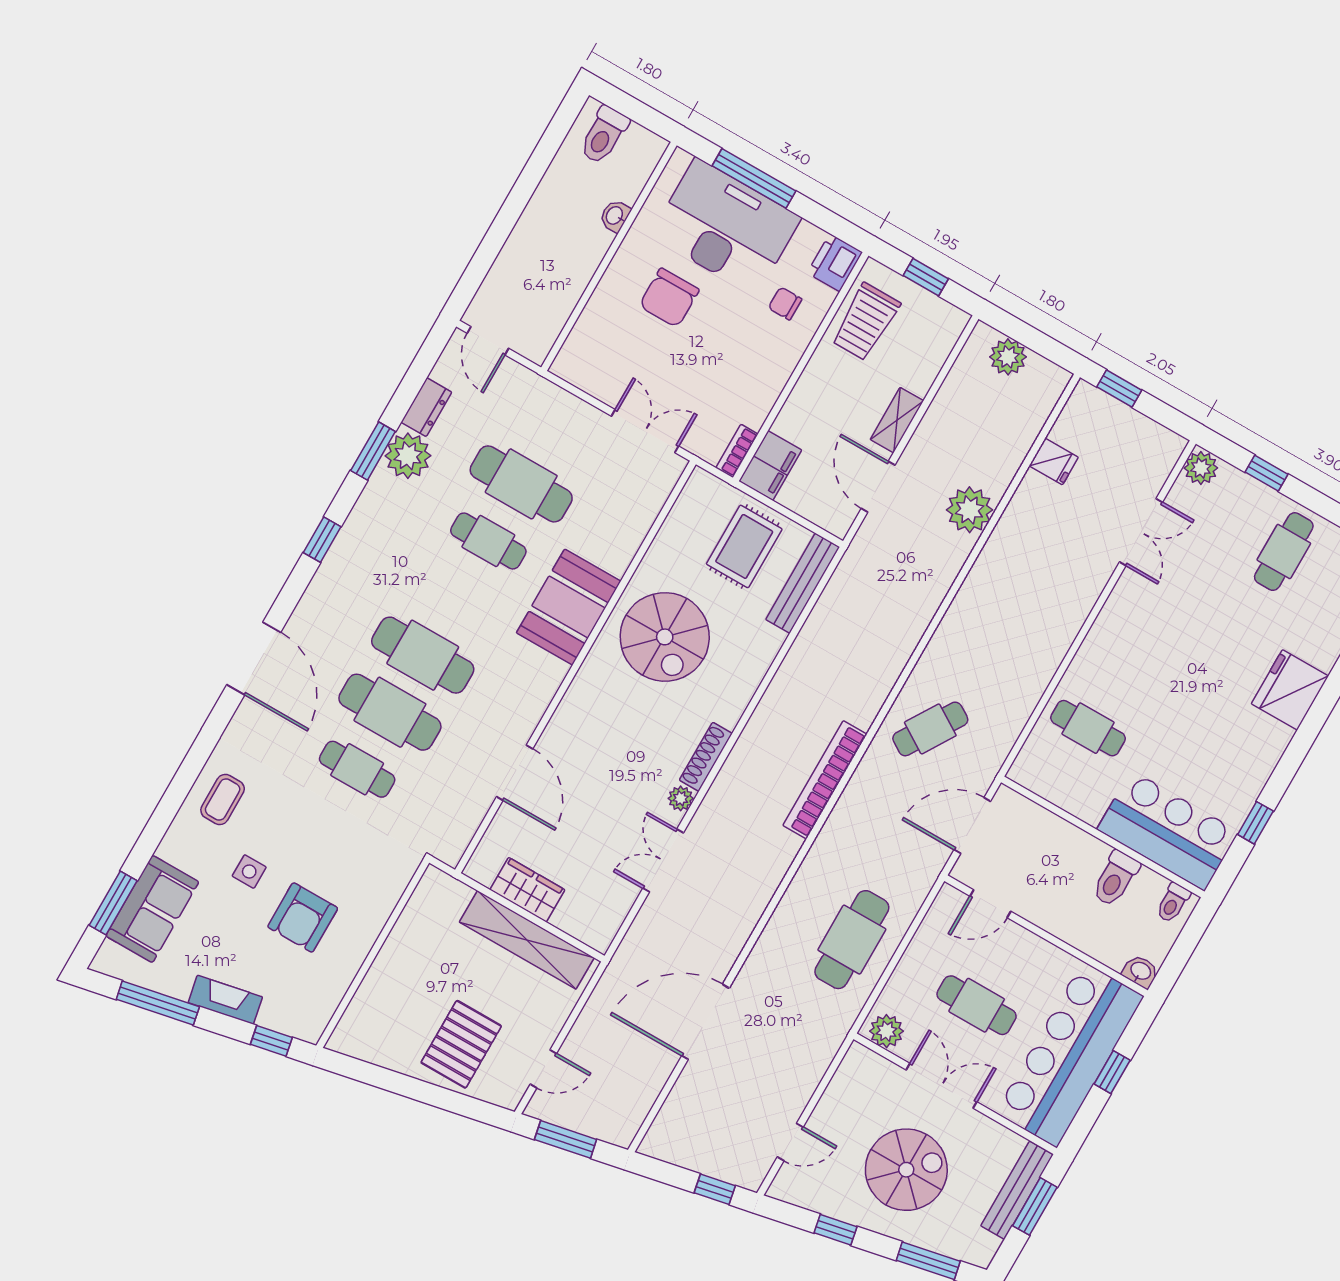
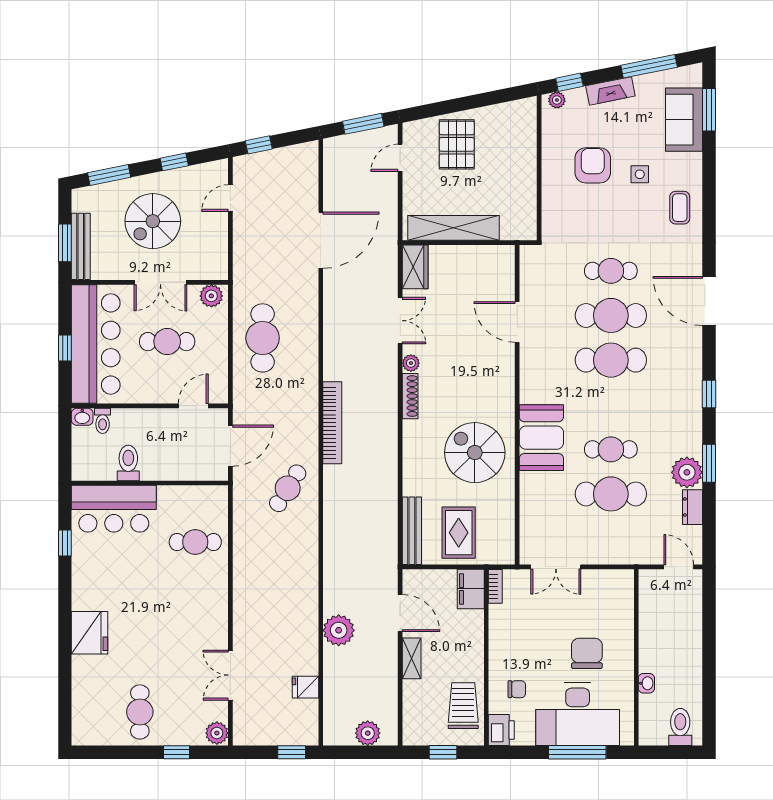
wardrobe: (527, 890) -> (415, 267), moved, turned -90
toilet: (1173, 903) -> (103, 421), moved, turned 180
plant: (301, 1027) -> (557, 100), added

